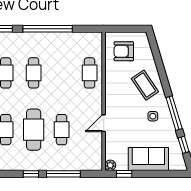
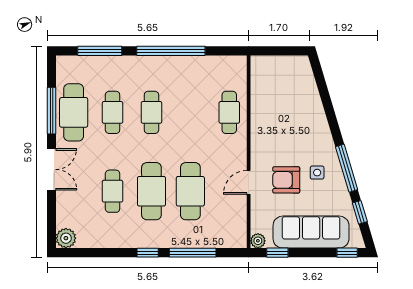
armchair: (124, 51) -> (286, 180), moved
coffee table: (145, 85) -> (306, 129), removed
cafe table: (62, 130) -> (190, 191), width x1.37, depth x1.35
sofa: (148, 159) -> (311, 232), width x1.36
window: (174, 174) -> (347, 253), added

